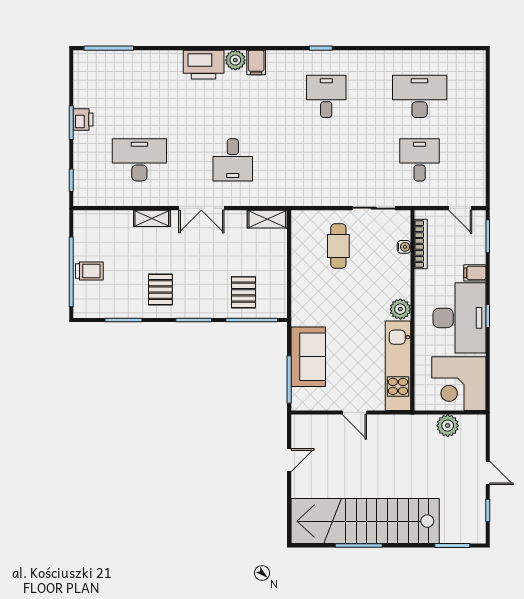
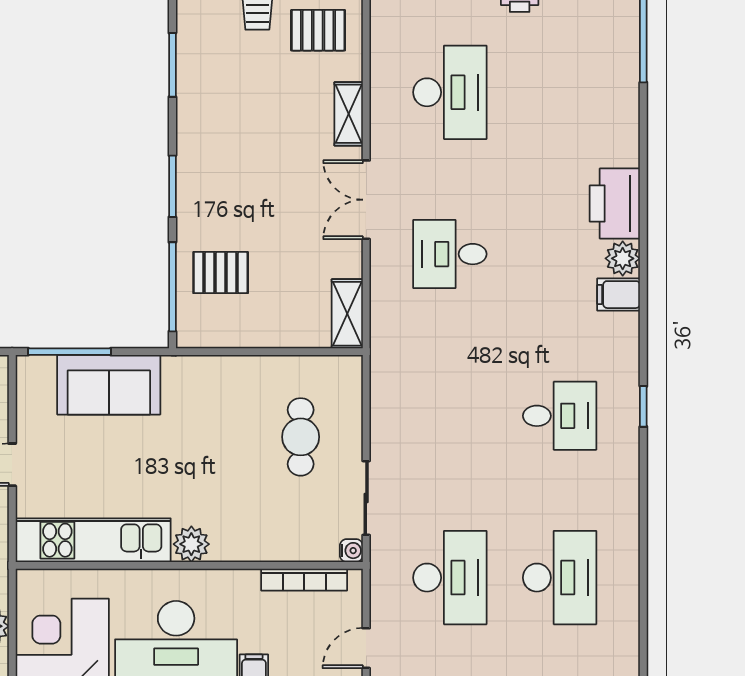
desk: (420, 160) -> (450, 578), width x1.37
cafe table: (338, 246) -> (301, 437), turned 90
water cooler: (404, 247) -> (351, 551), moved, turned -90
pallet: (160, 289) -> (318, 30), moved

